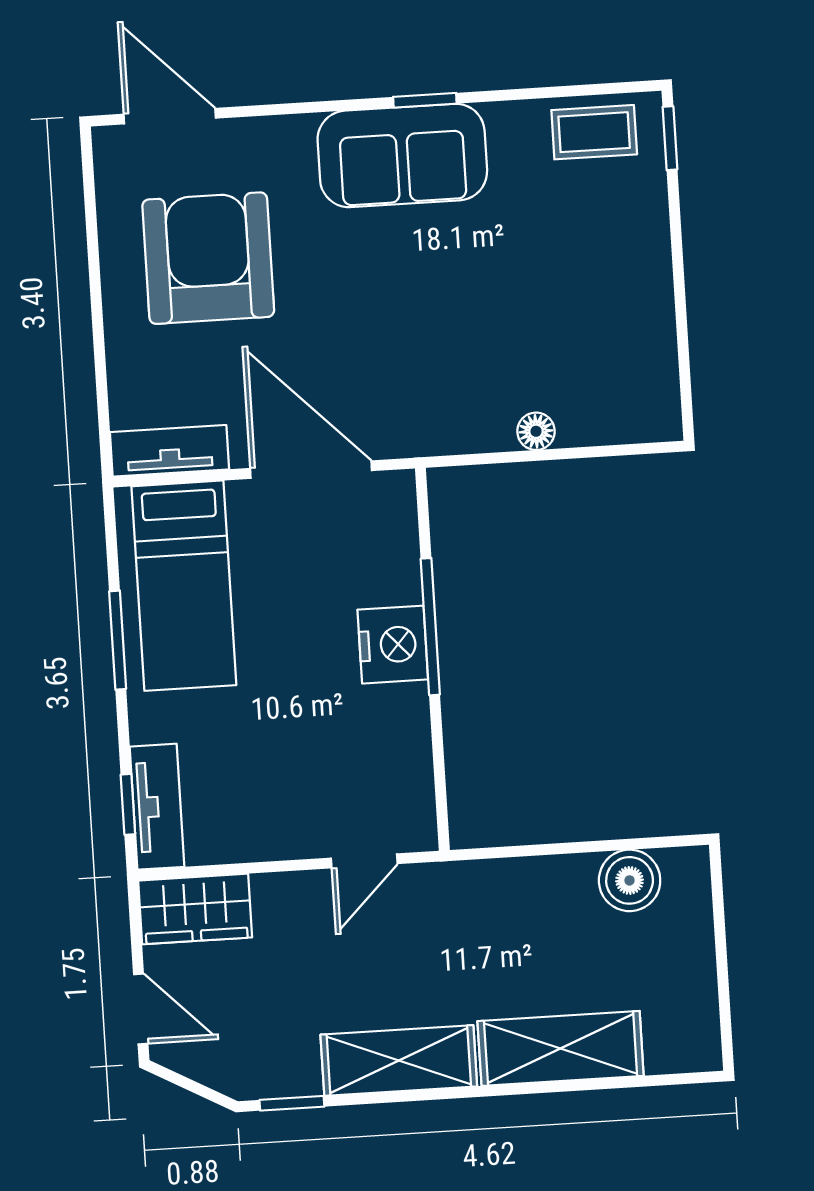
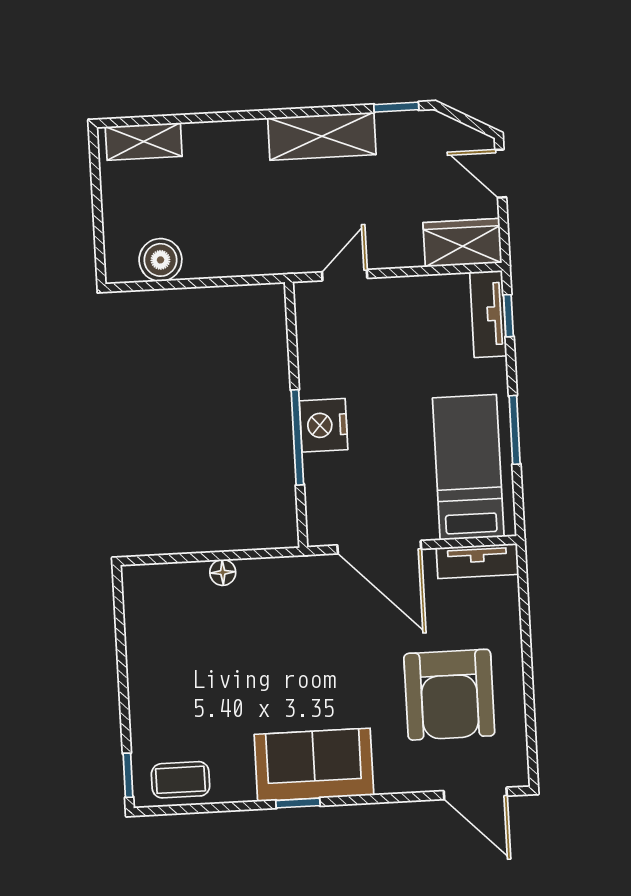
shelving: (561, 1048) -> (144, 142), moved, width x0.67, depth x0.75

